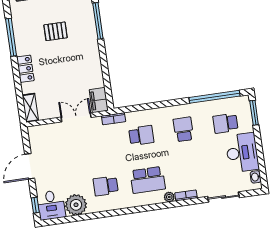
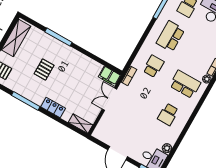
school desk: (183, 129) -> (170, 36), width x1.85
school desk: (148, 180) -> (185, 84), turned -90
plant: (76, 205) -> (167, 148), width x0.53, depth x0.53

